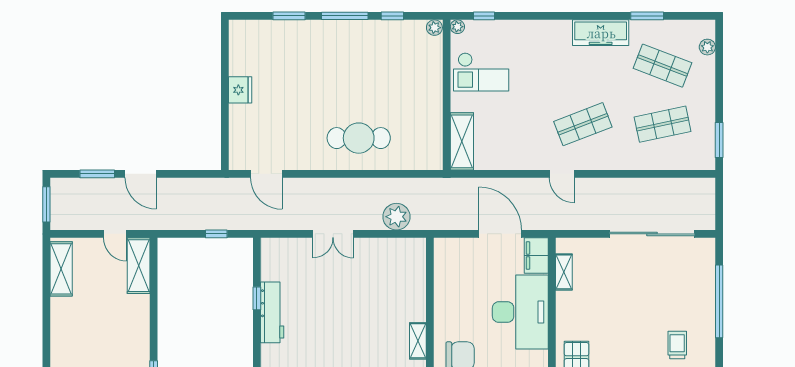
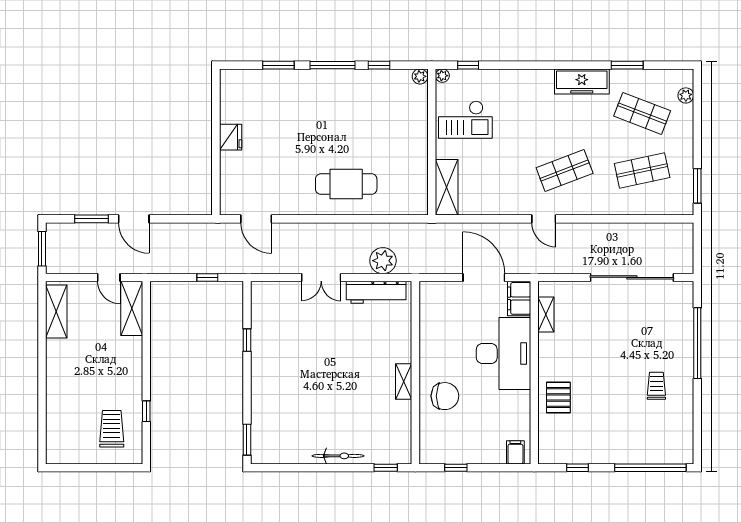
workbench: (272, 312) -> (376, 292), moved, turned 90

